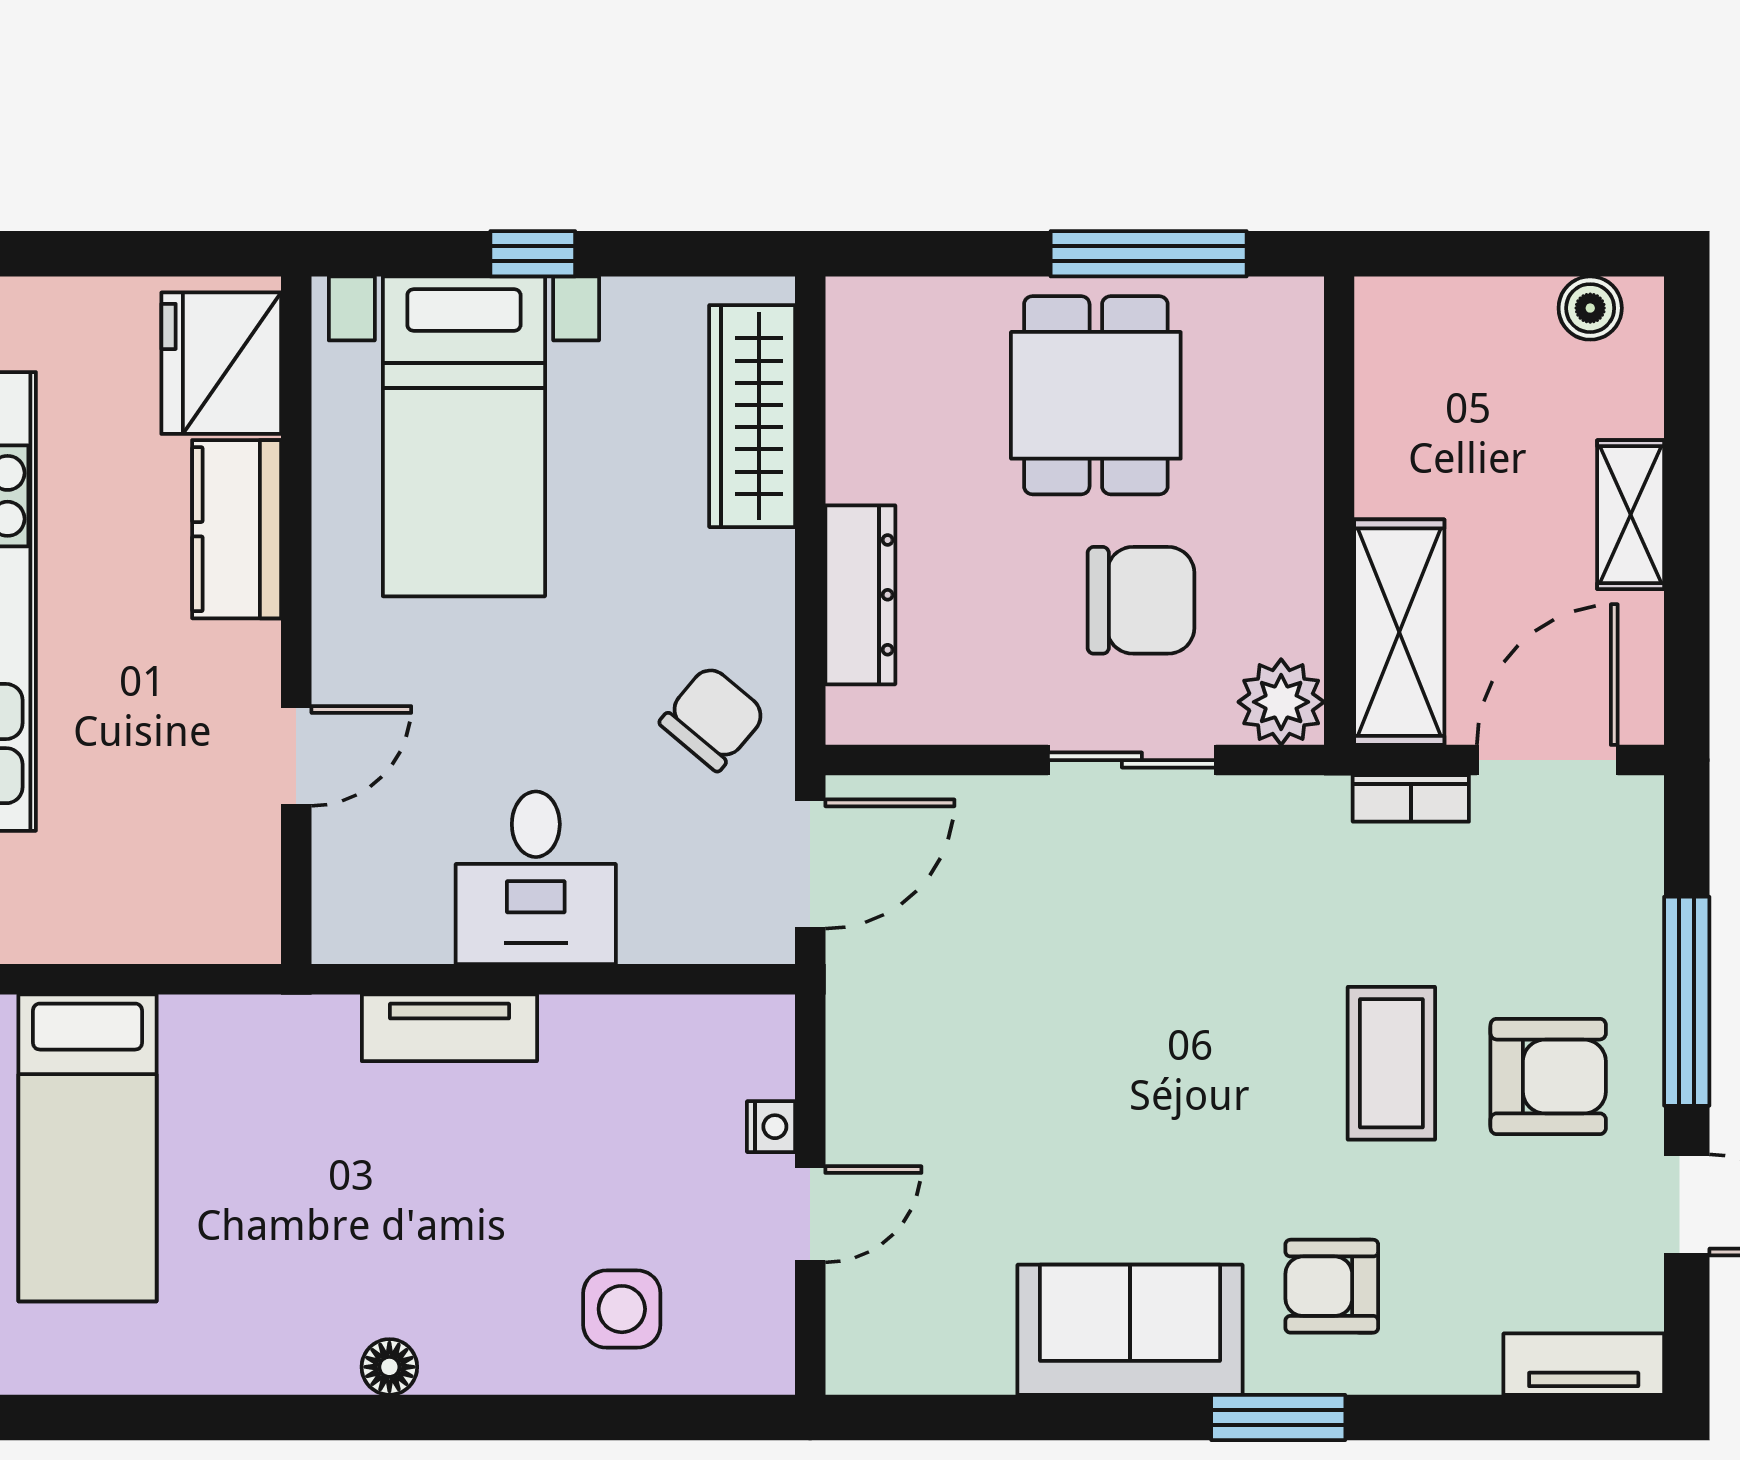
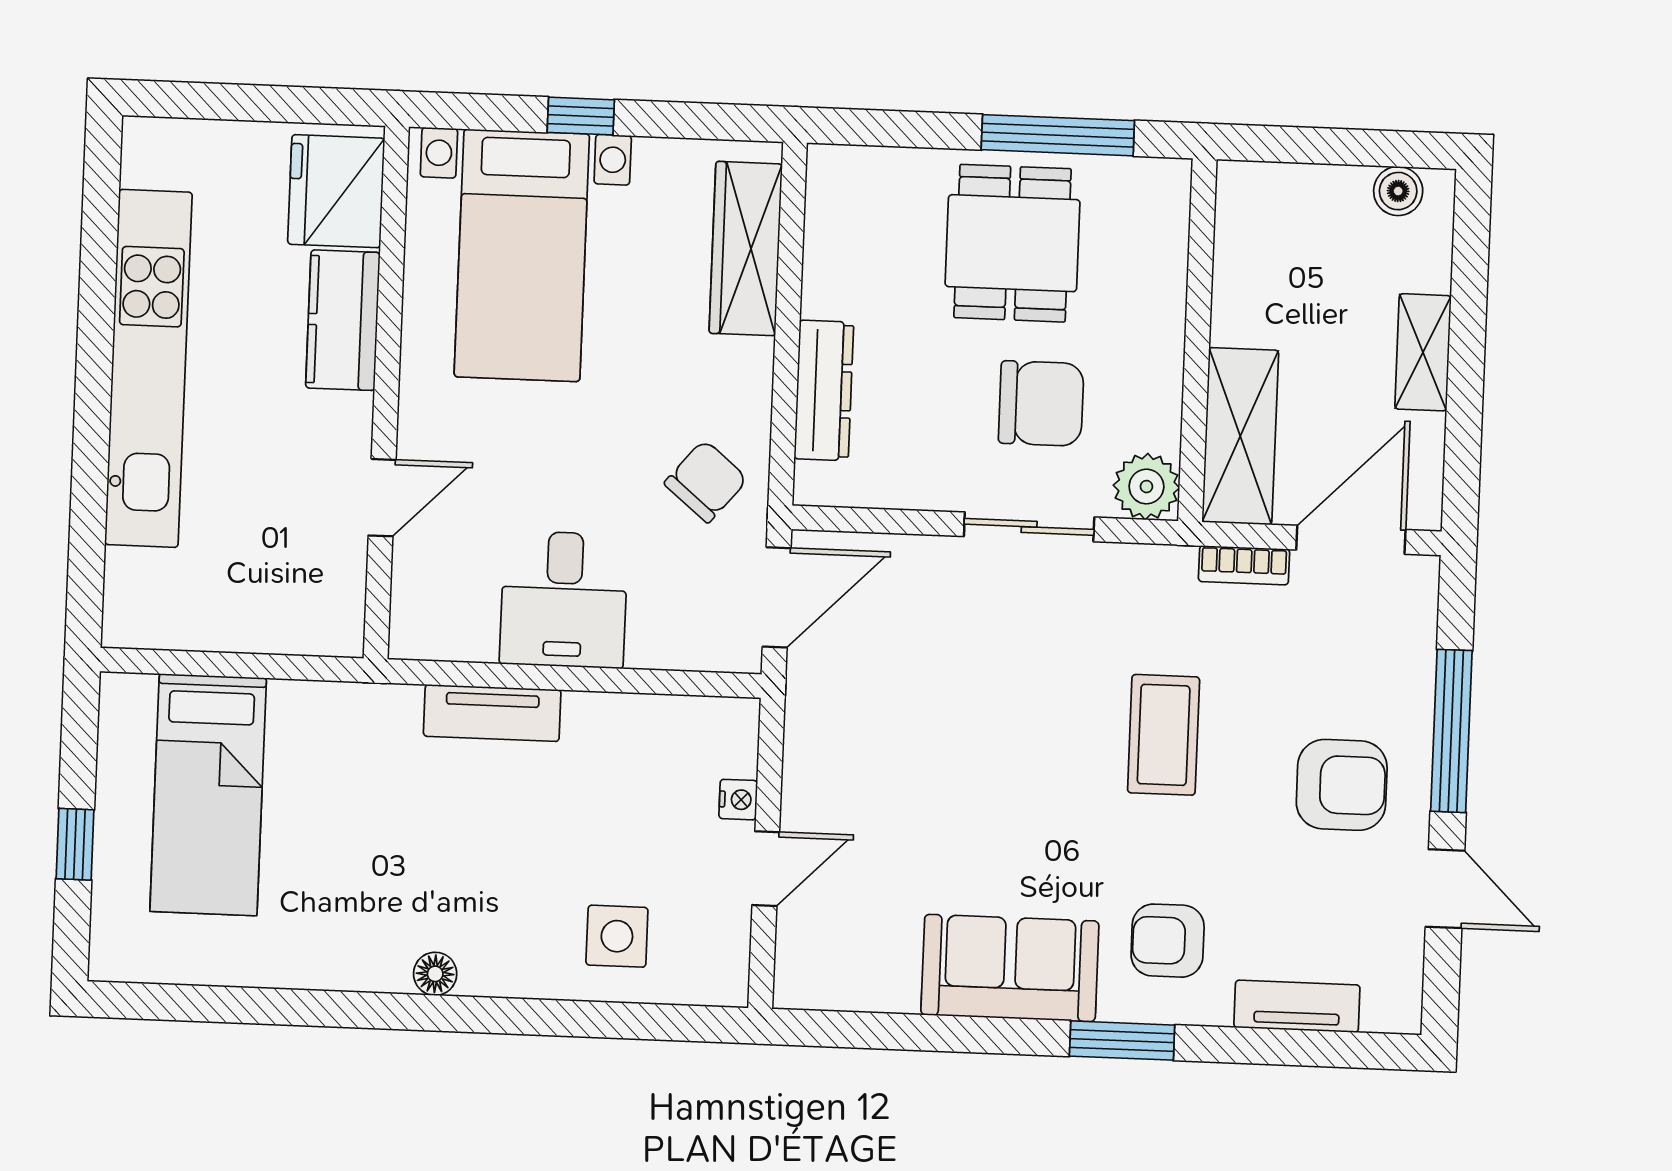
coffee table: (1391, 1063) -> (1164, 735), moved
tv unit: (1584, 1364) -> (1297, 1006), moved

